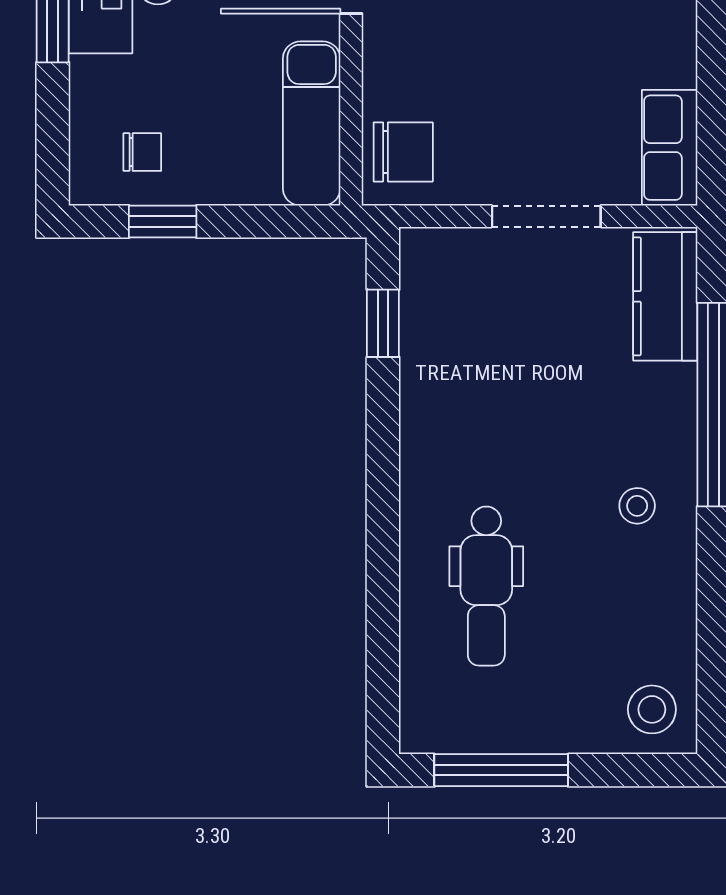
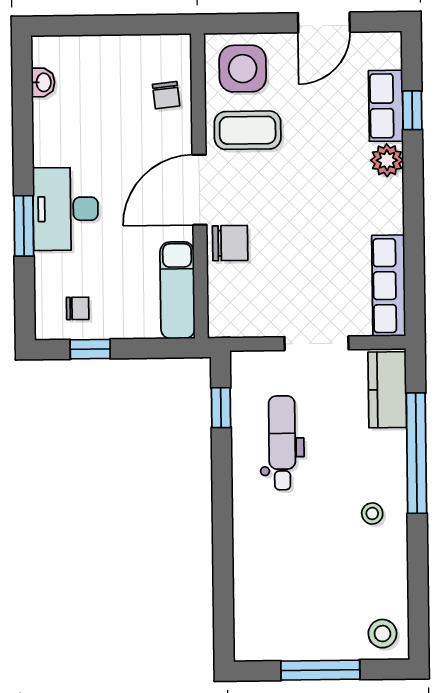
row of seats: (670, 148) -> (389, 286), width x1.48
chair: (403, 152) -> (230, 243), moved
dental chair: (486, 586) -> (282, 443), moved, turned 180
window: (501, 770) -> (320, 670), moved

